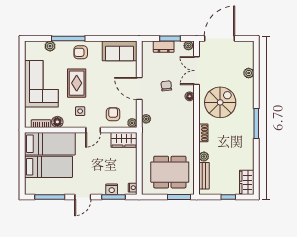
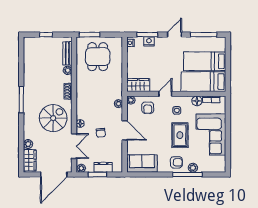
plant: (50, 46) -> (193, 168), moved
spiral stairs: (220, 102) -> (53, 118), turned 180
dining table: (170, 172) -> (98, 57), width x0.73
wardrobe: (247, 182) -> (30, 160), moved

